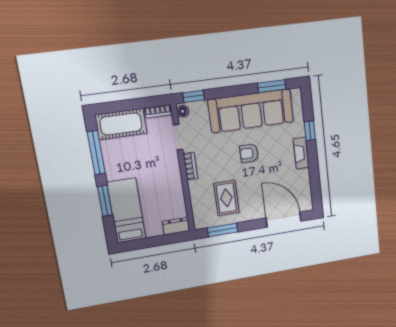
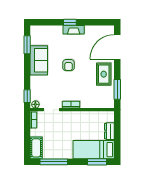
sofa: (251, 111) -> (39, 60), width x0.54, depth x0.79
cot: (121, 124) -> (36, 148), width x0.73, depth x0.75
window: (310, 131) -> (70, 22), moved
rug: (226, 198) -> (104, 74), moved, turned 90
window: (105, 201) -> (97, 162), moved
dresser: (176, 226) -> (109, 131), moved

